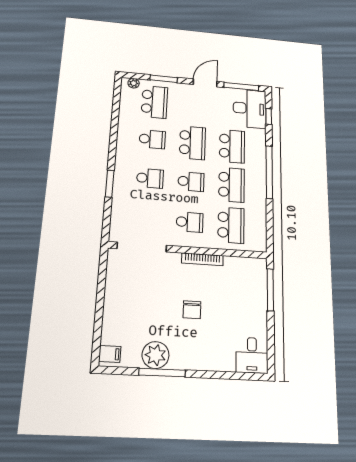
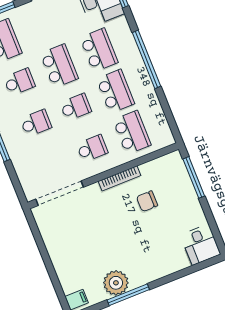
chair: (192, 310) -> (147, 201), moved, turned 90

